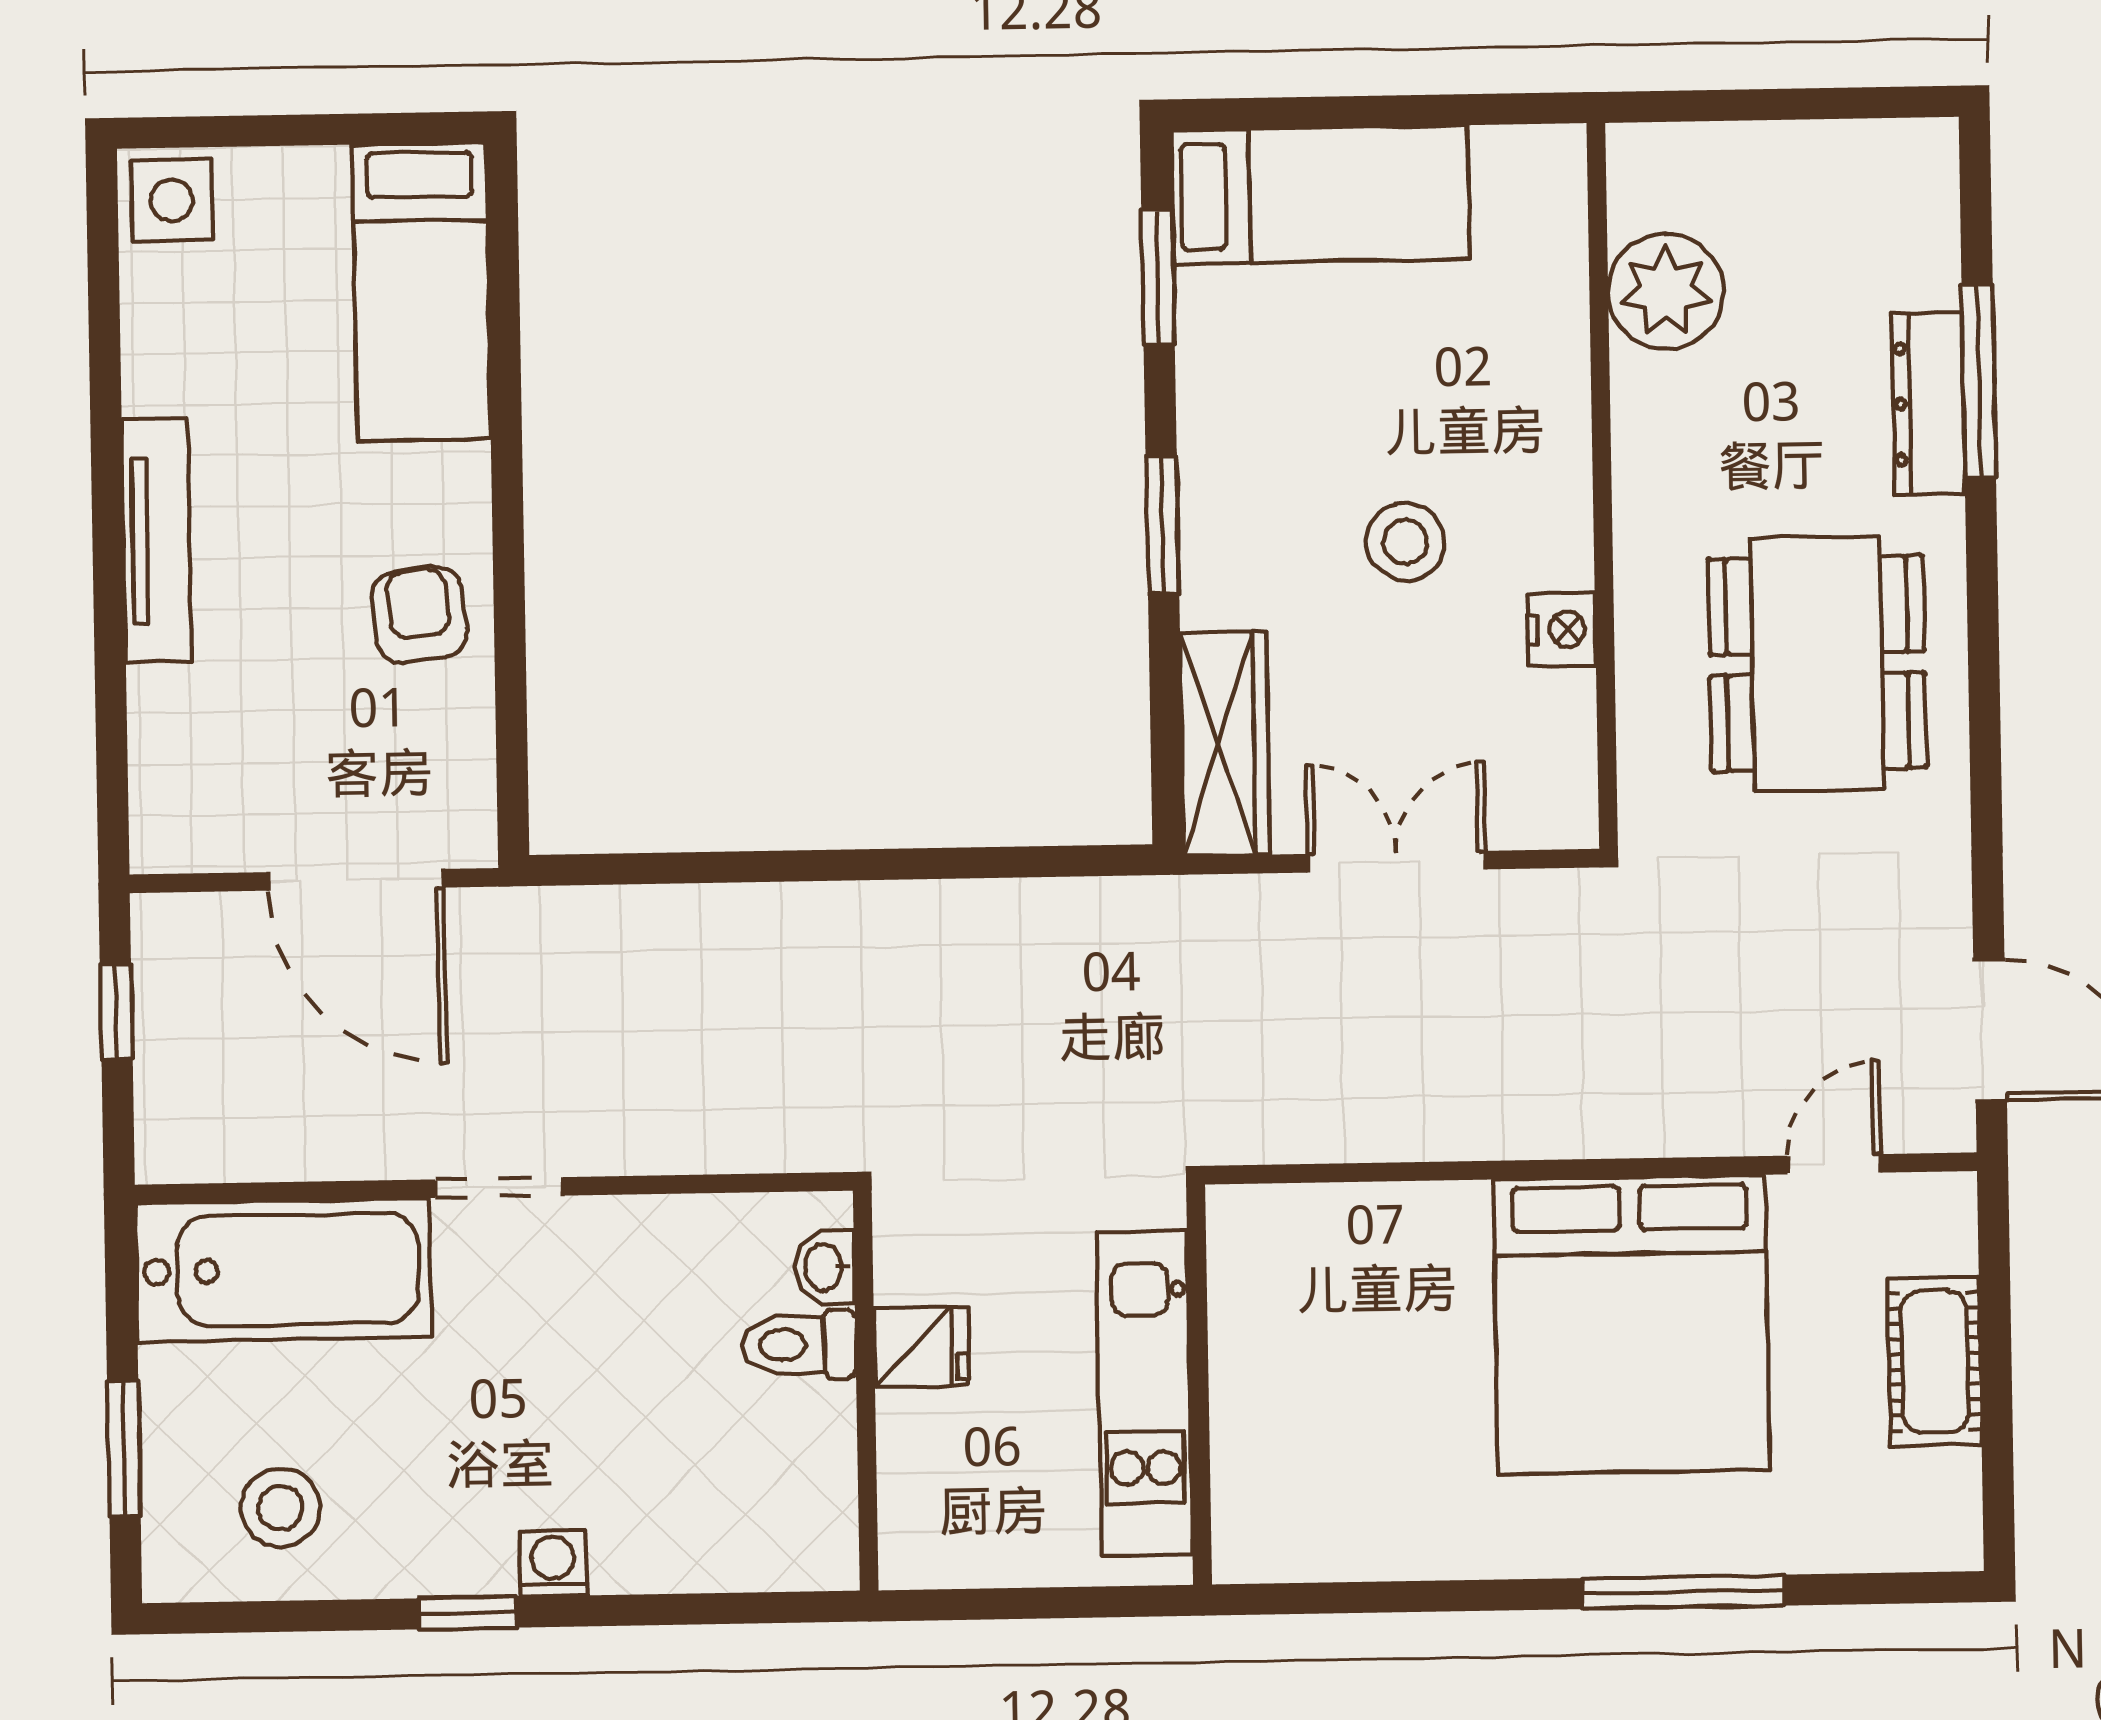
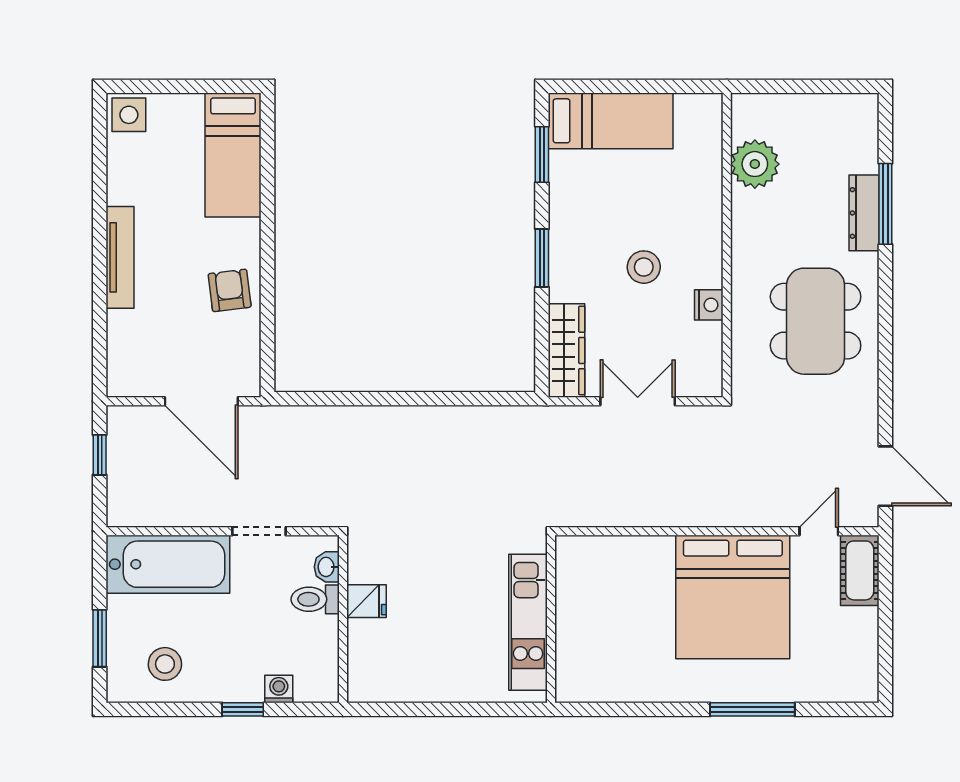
washbasin: (825, 1267) -> (327, 567), moved
toilet: (799, 1345) -> (315, 599), moved
fridge: (921, 1347) -> (367, 601), moved
cot: (1935, 1361) -> (860, 570), moved
wall: (866, 1390) -> (343, 619), moved

